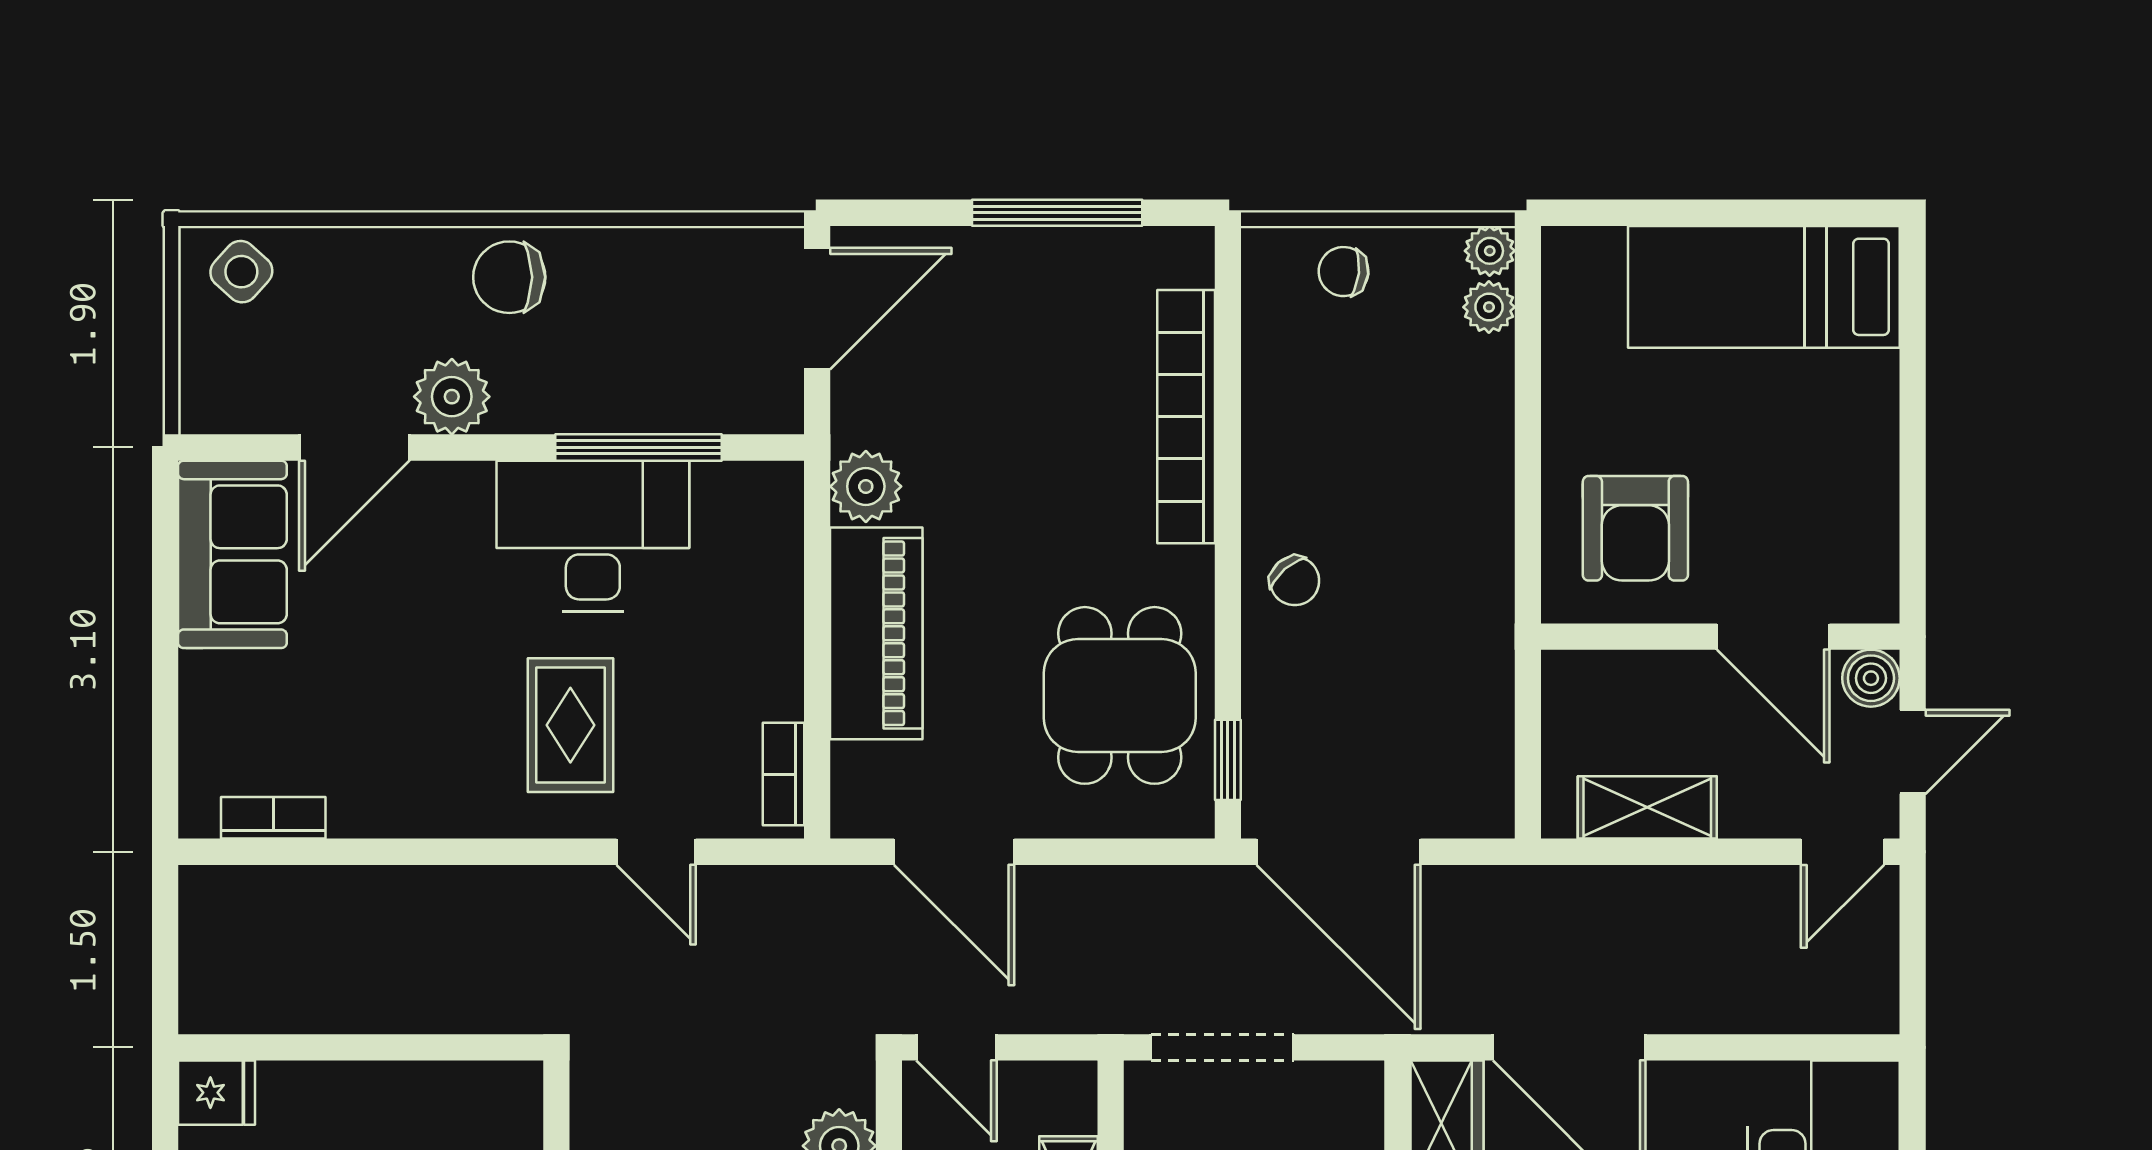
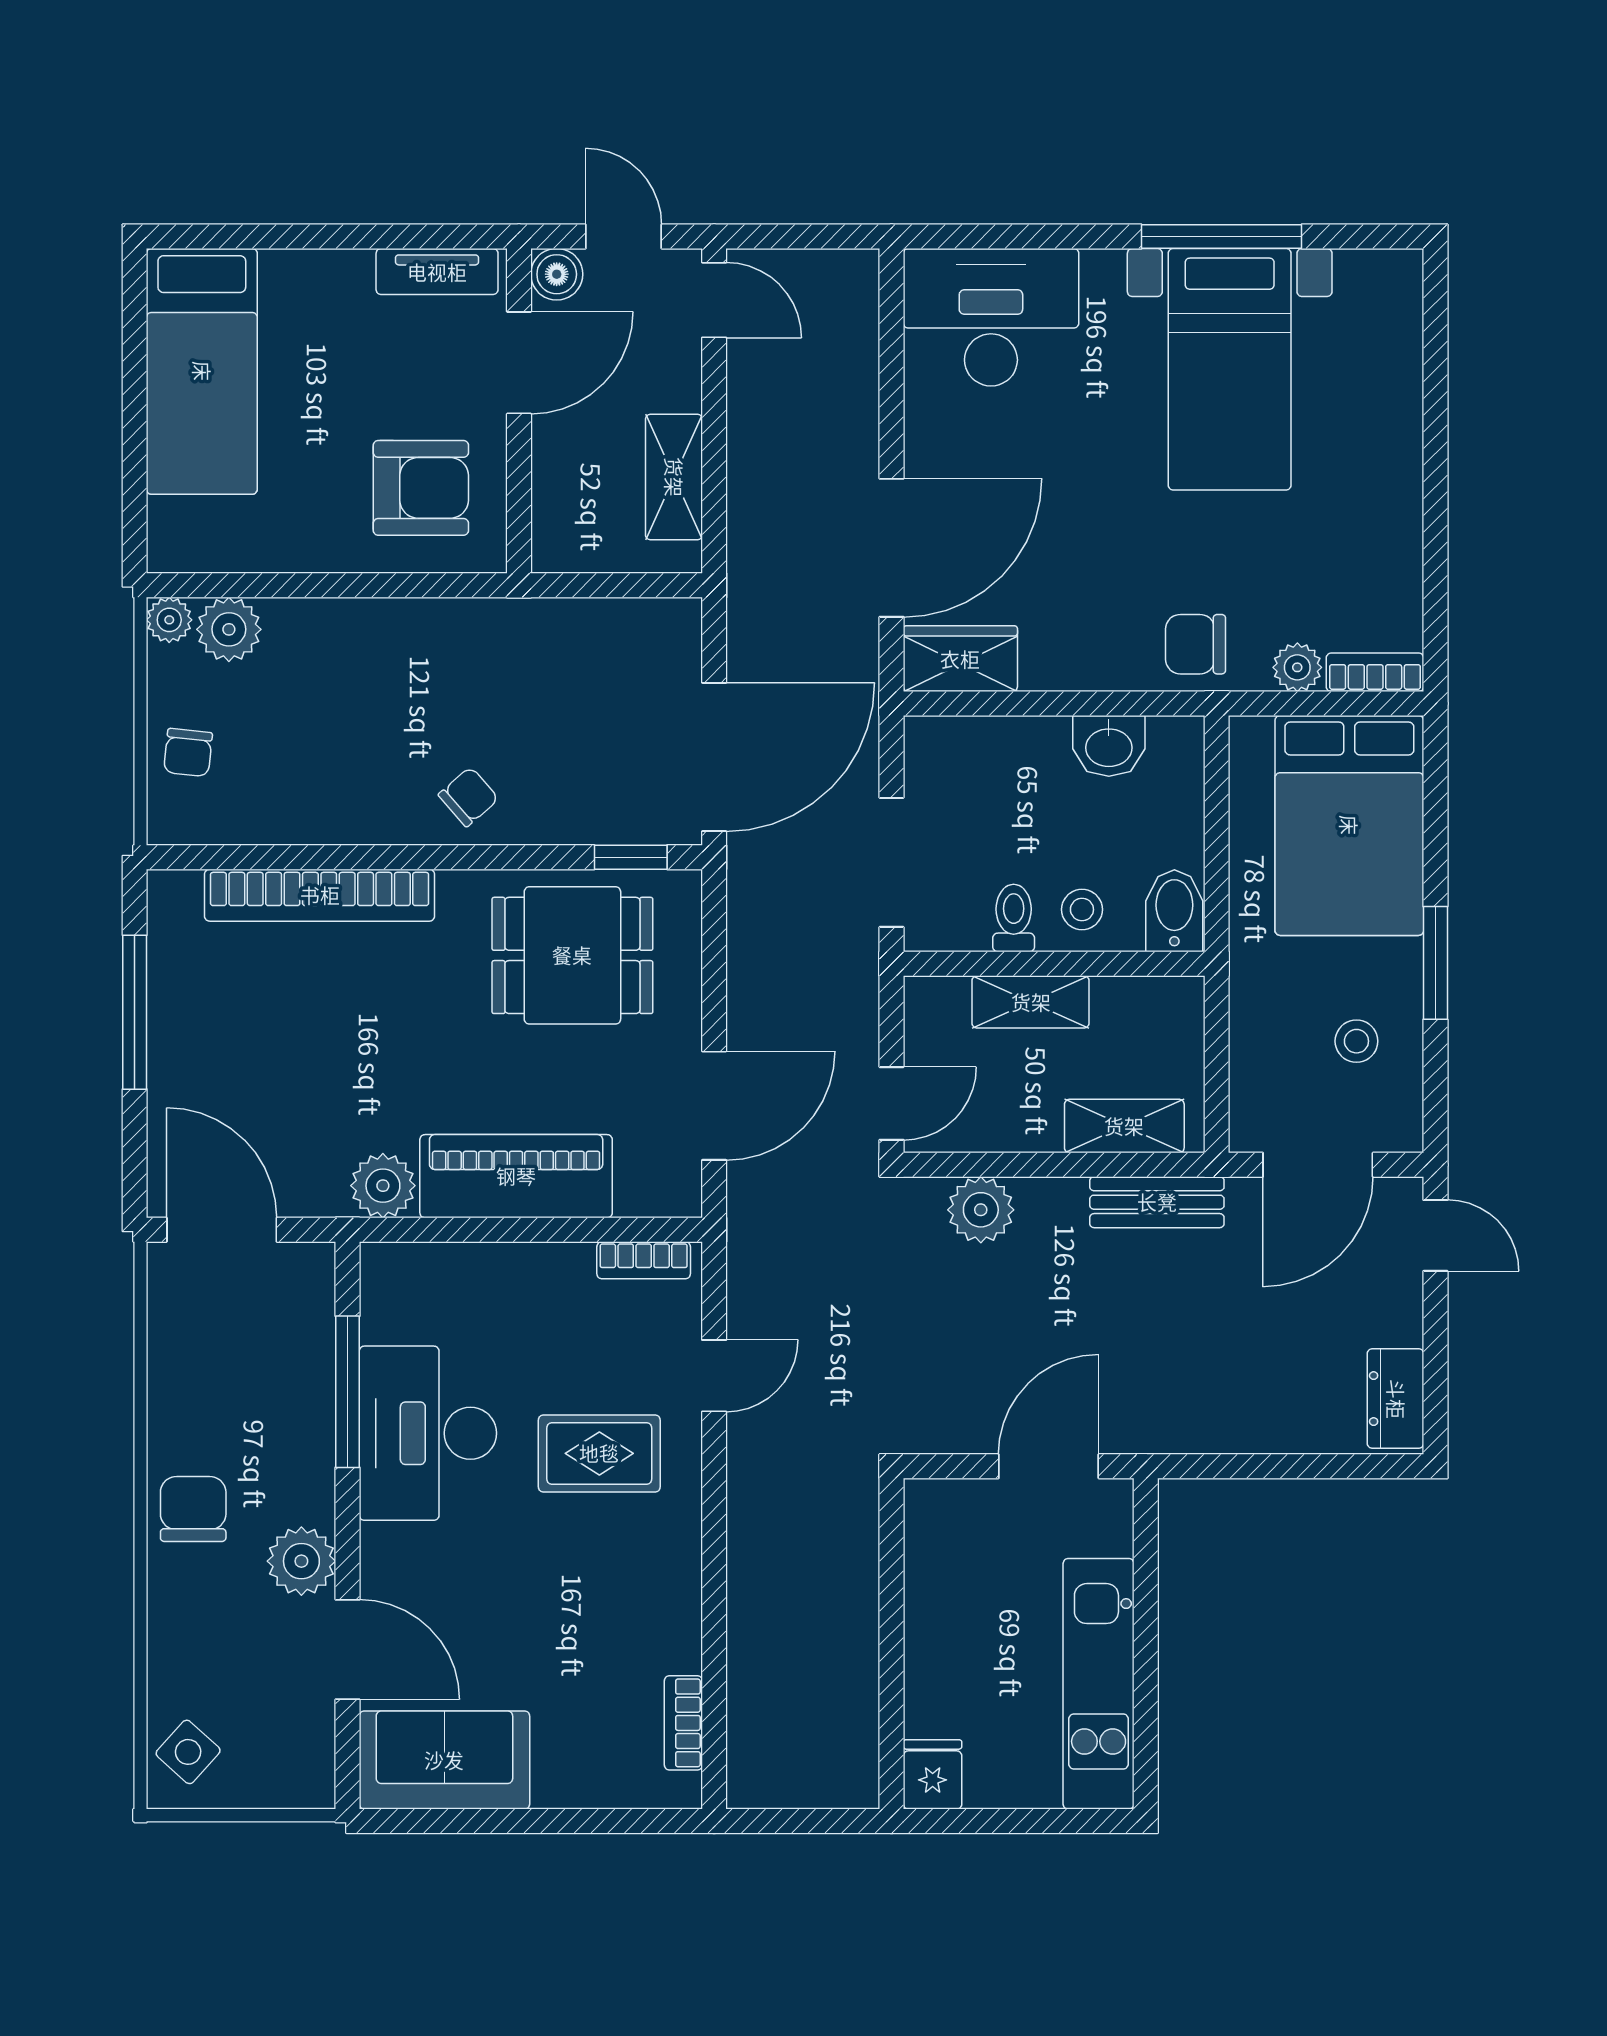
chair: (509, 277) -> (193, 1509), turned 180
plant: (1489, 307) -> (229, 629), width x1.38, depth x1.38
tv unit: (1874, 546) -> (437, 272), added

